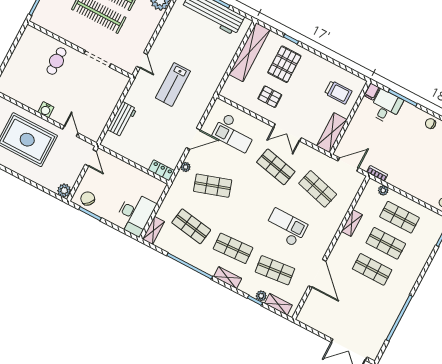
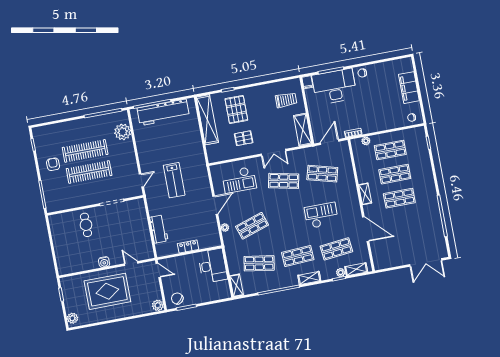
door: (142, 60) -> (141, 180), hinge flipped
desk: (386, 107) -> (334, 87), width x1.87, depth x1.30
locker: (161, 170) -> (188, 246), moved
desk: (135, 214) -> (213, 266), moved
shelving: (352, 223) -> (365, 194), moved

